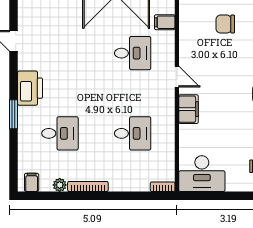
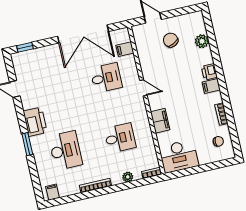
chair: (225, 24) -> (171, 40), turned 64
filing cabinet: (189, 109) -> (160, 121), moved
desk: (60, 133) -> (65, 150), width x1.37
plant: (60, 185) -> (128, 177), moved

